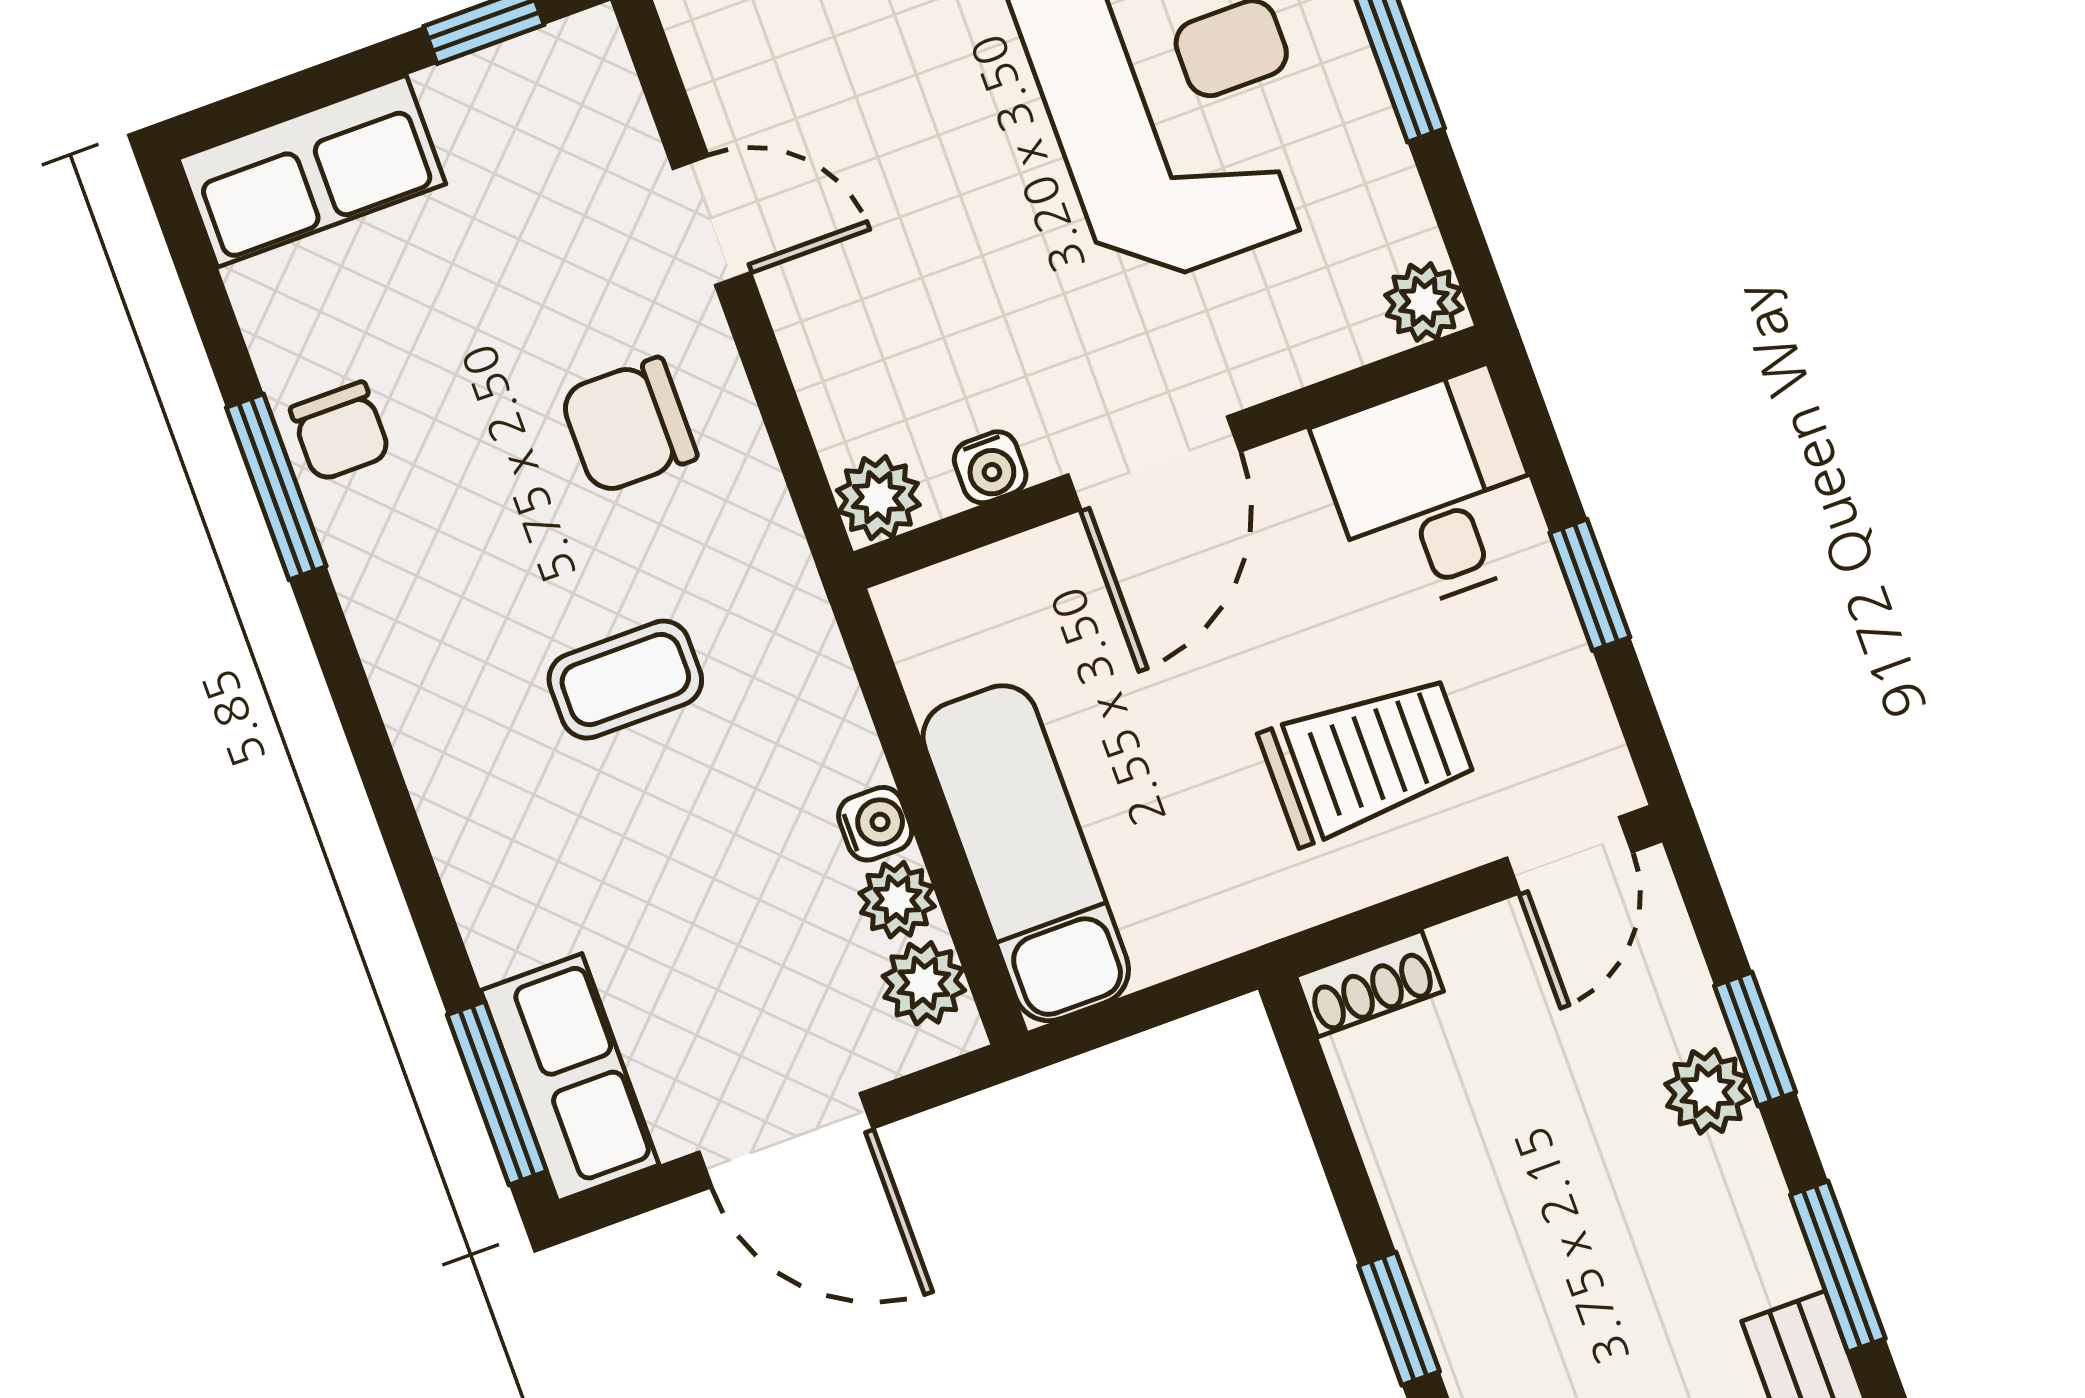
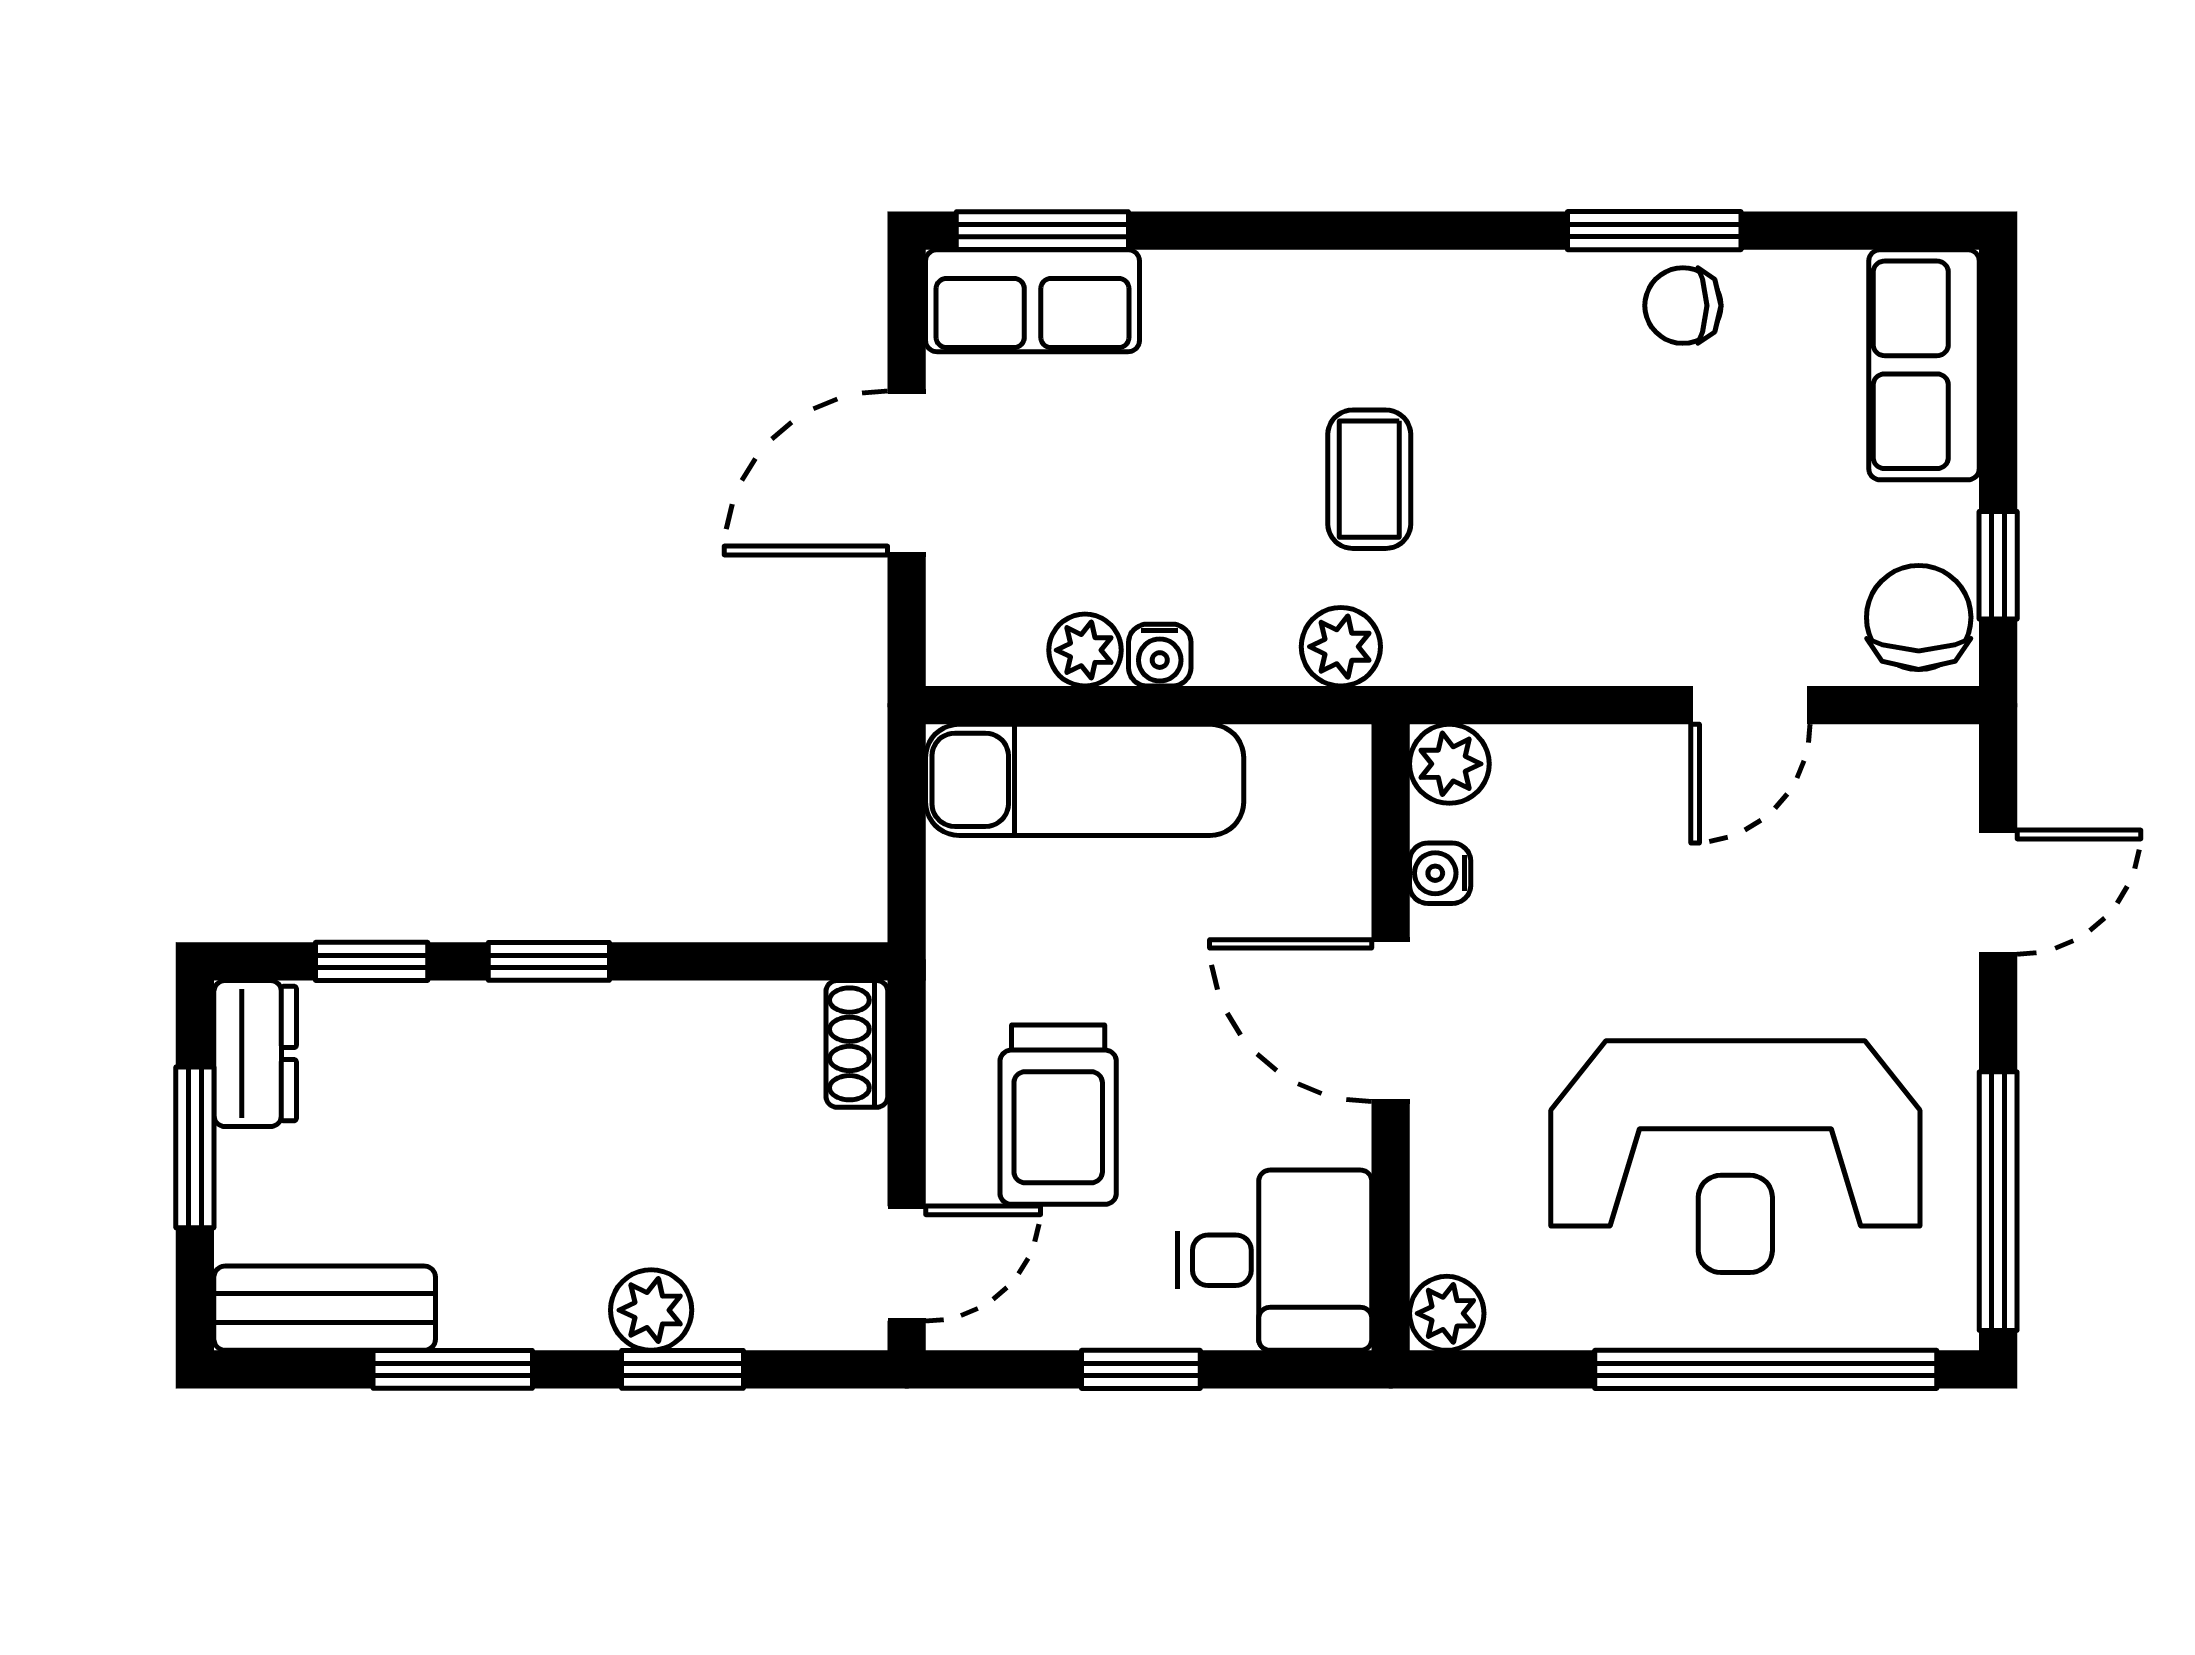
chair: (628, 426) -> (1919, 617), moved
door: (1569, 855) -> (907, 1264), swing flipped
plant: (924, 983) -> (1341, 647), moved

